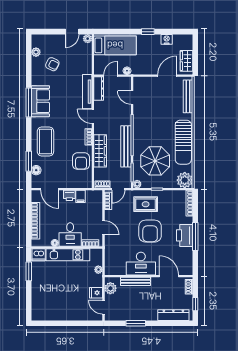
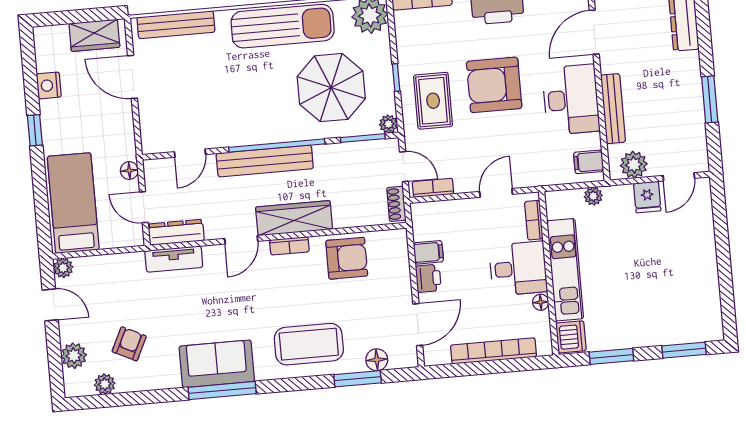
plant: (49, 40) -> (74, 356), added
tv unit: (87, 92) -> (174, 259), width x0.71
bench: (126, 146) -> (265, 161), moved
wardrobe: (100, 151) -> (294, 218), moved
armchair: (150, 231) -> (494, 85), turned 180
filing cabinet: (113, 269) -> (589, 162), added
window: (29, 303) -> (684, 350), added

